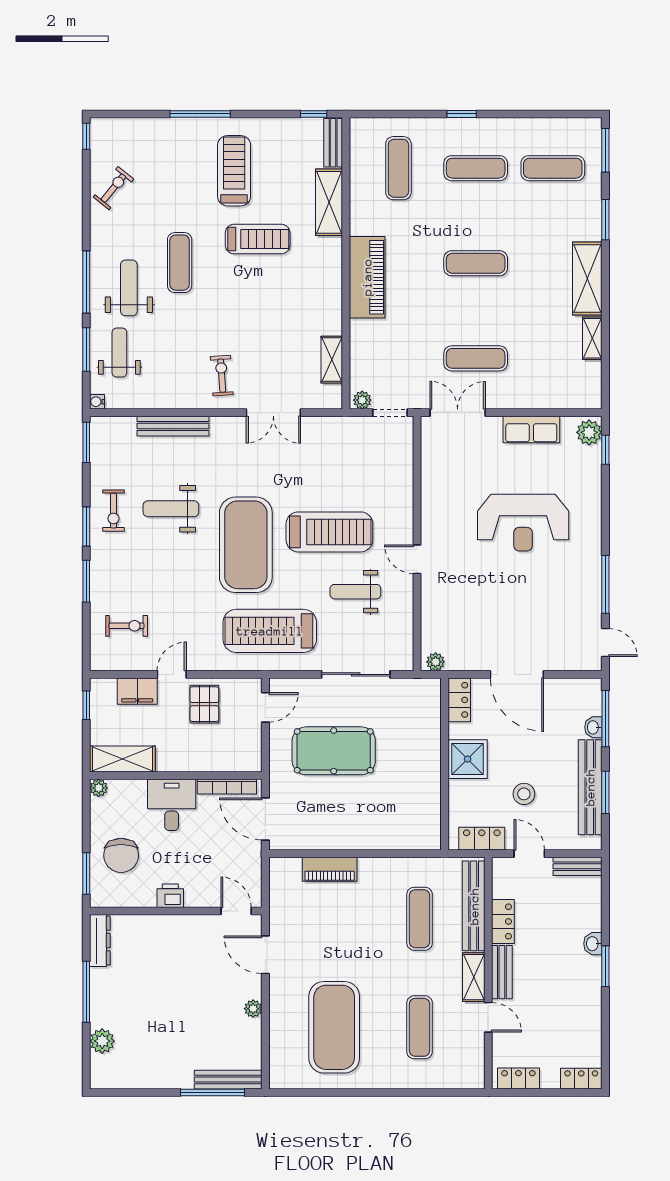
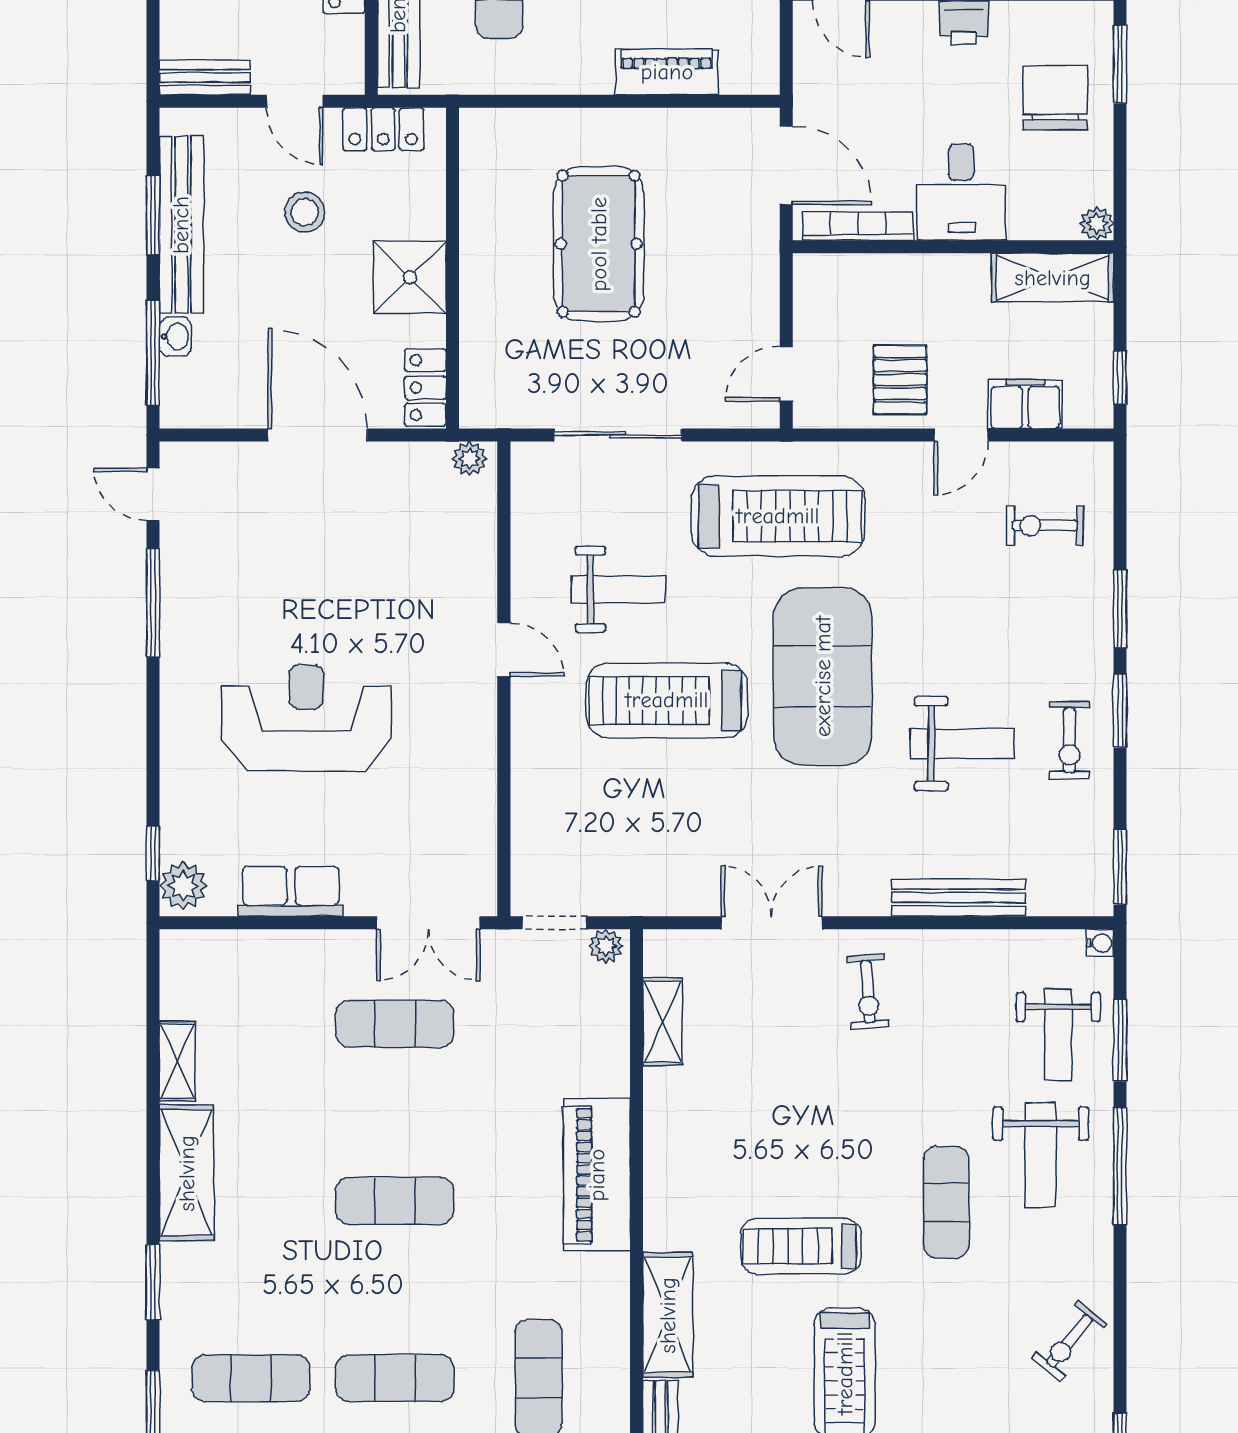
exercise bike: (113, 511) -> (1069, 740), turned 180
pool table: (334, 751) -> (599, 244), moved, turned 90

